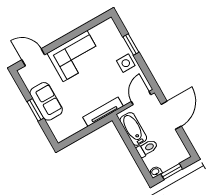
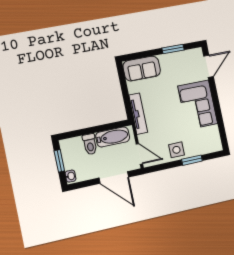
sofa: (46, 101) -> (142, 69), moved
window: (35, 110) -> (173, 49), moved
washbasin: (155, 172) -> (71, 176), moved

